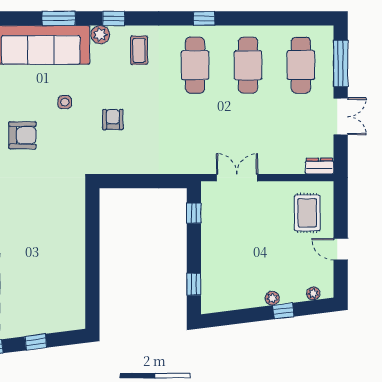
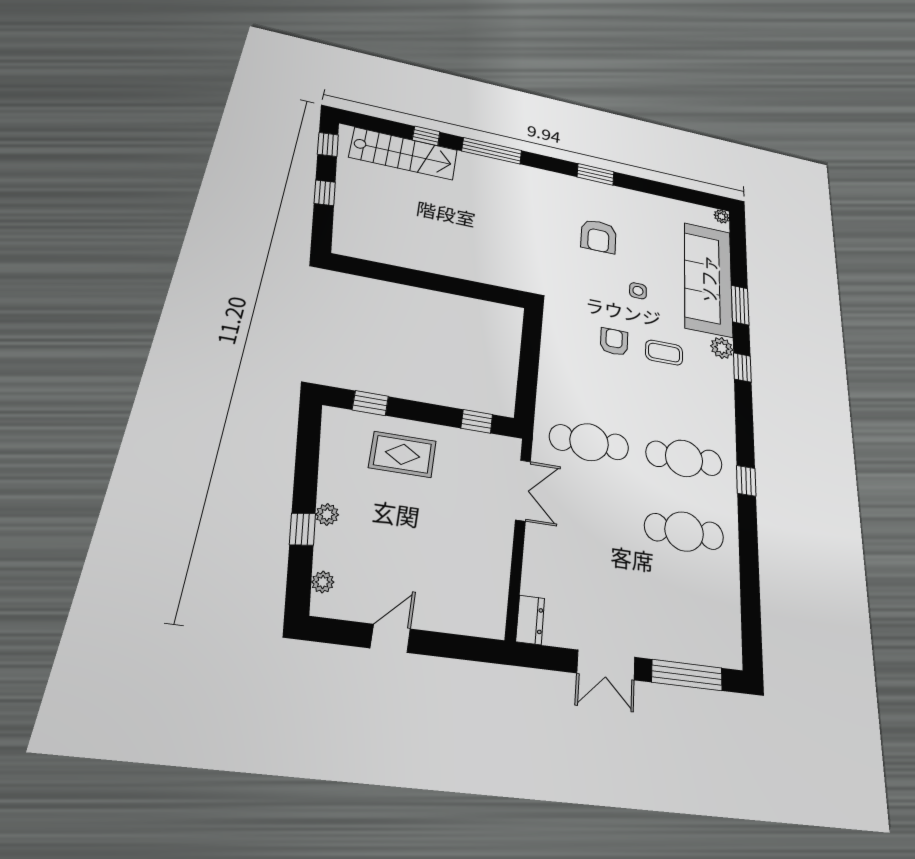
coffee table: (139, 50) -> (664, 353), moved
cafe table: (301, 65) -> (589, 442), moved
armchair: (113, 119) -> (614, 342), turned -90
rug: (307, 213) -> (403, 454), moved

